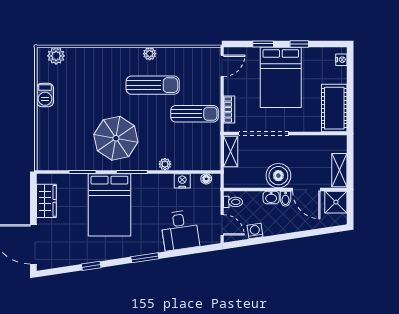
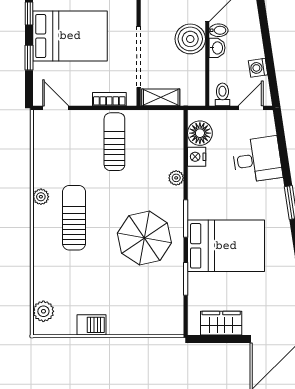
sun lounger: (153, 85) -> (74, 218), moved
floor lamp: (206, 179) -> (200, 133), width x1.89, depth x1.89

